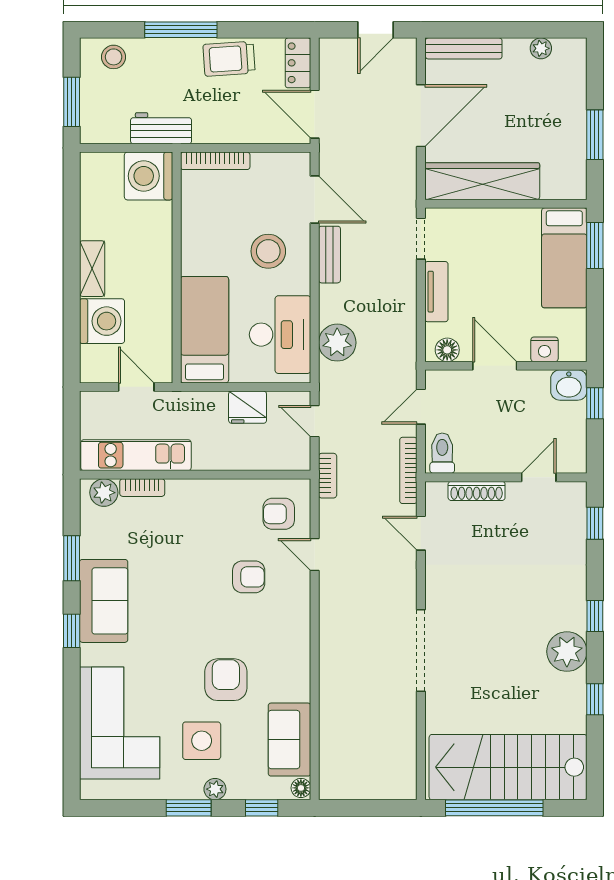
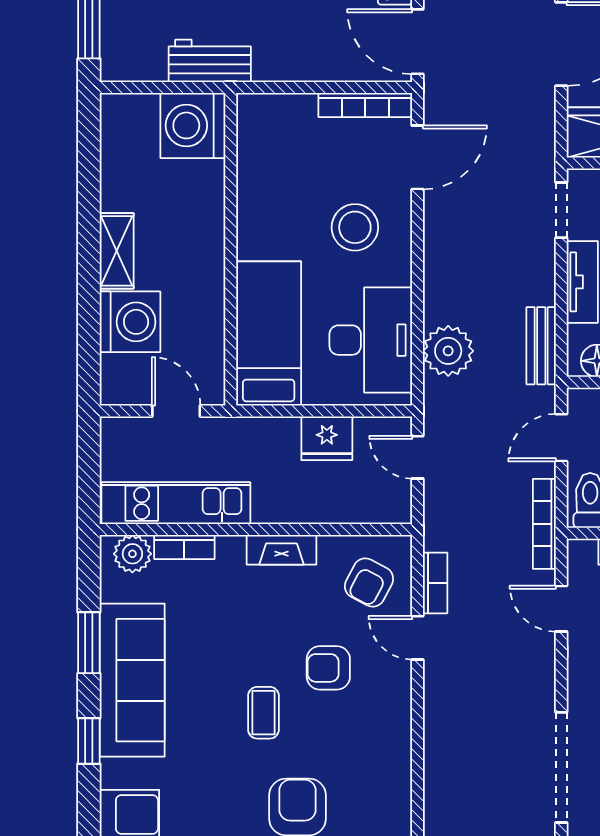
bookcase: (215, 161) -> (365, 105), moved
door: (315, 200) -> (418, 157), hinge flipped
bench: (330, 255) -> (541, 346), moved
bookcase: (328, 476) -> (435, 583), moved
fireplace: (214, 490) -> (281, 550), added
armchair: (279, 514) -> (369, 583), turned -62
armchair: (249, 577) -> (328, 668), turned 180
sofa: (104, 601) -> (132, 680), width x1.36
coffee table: (201, 610) -> (263, 713), added

